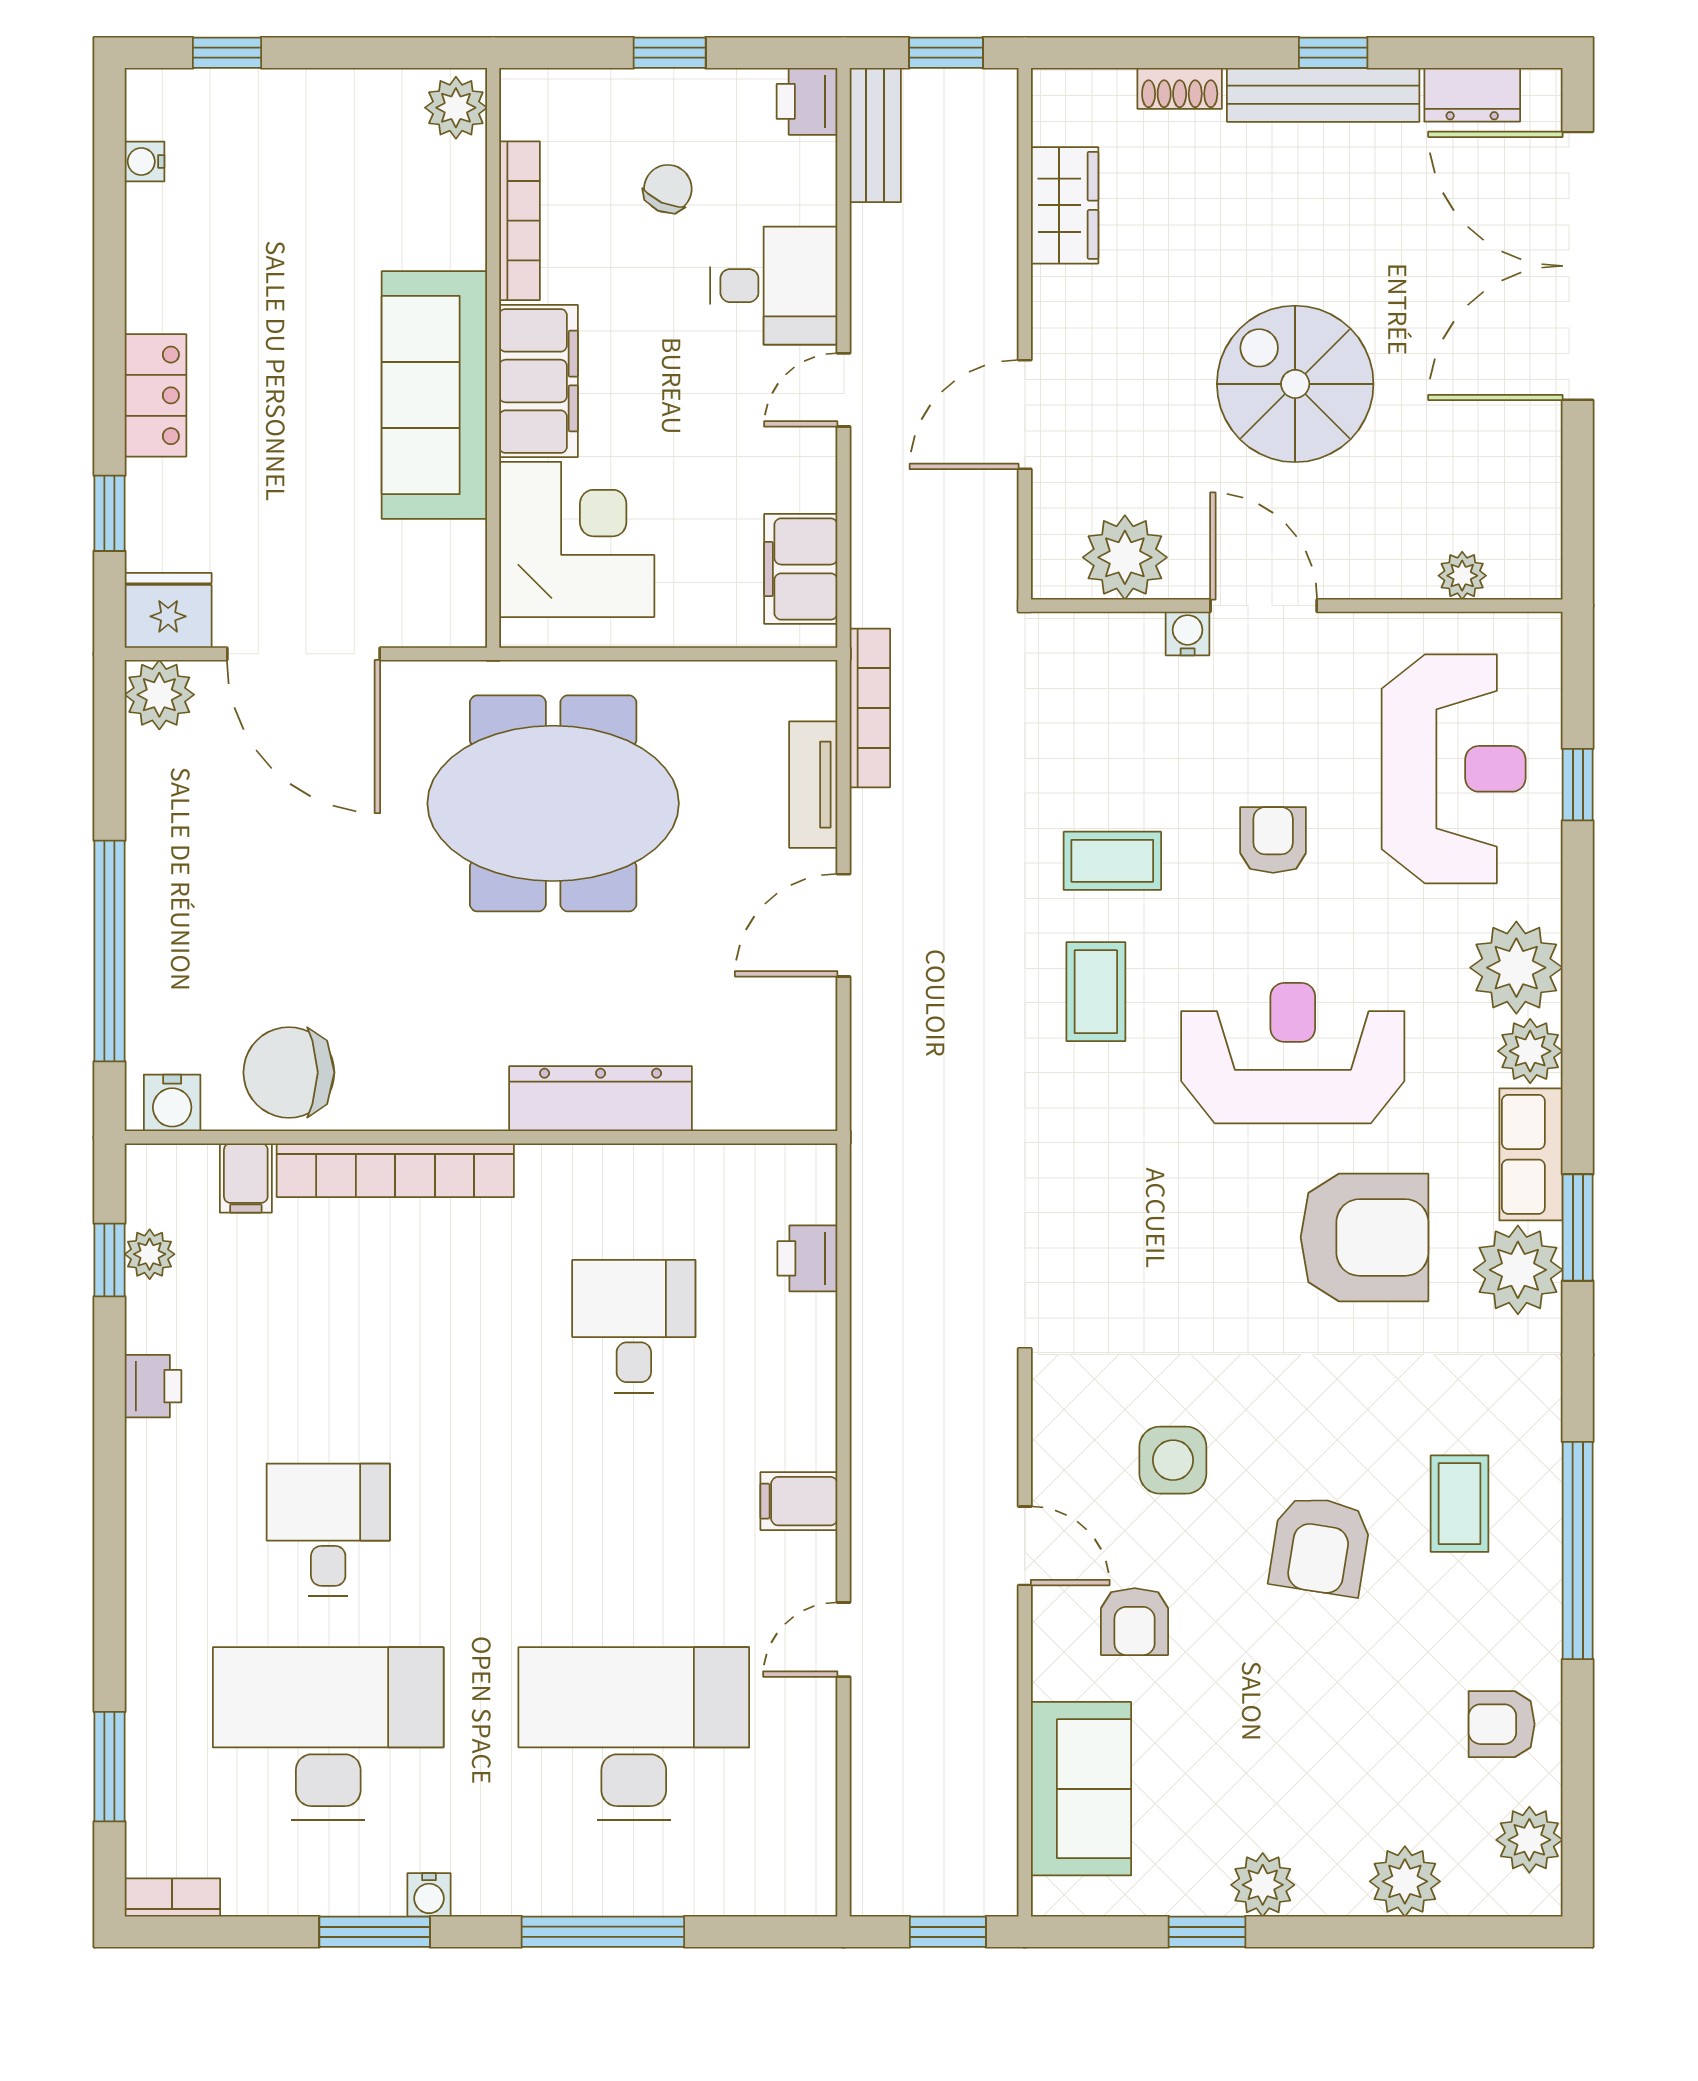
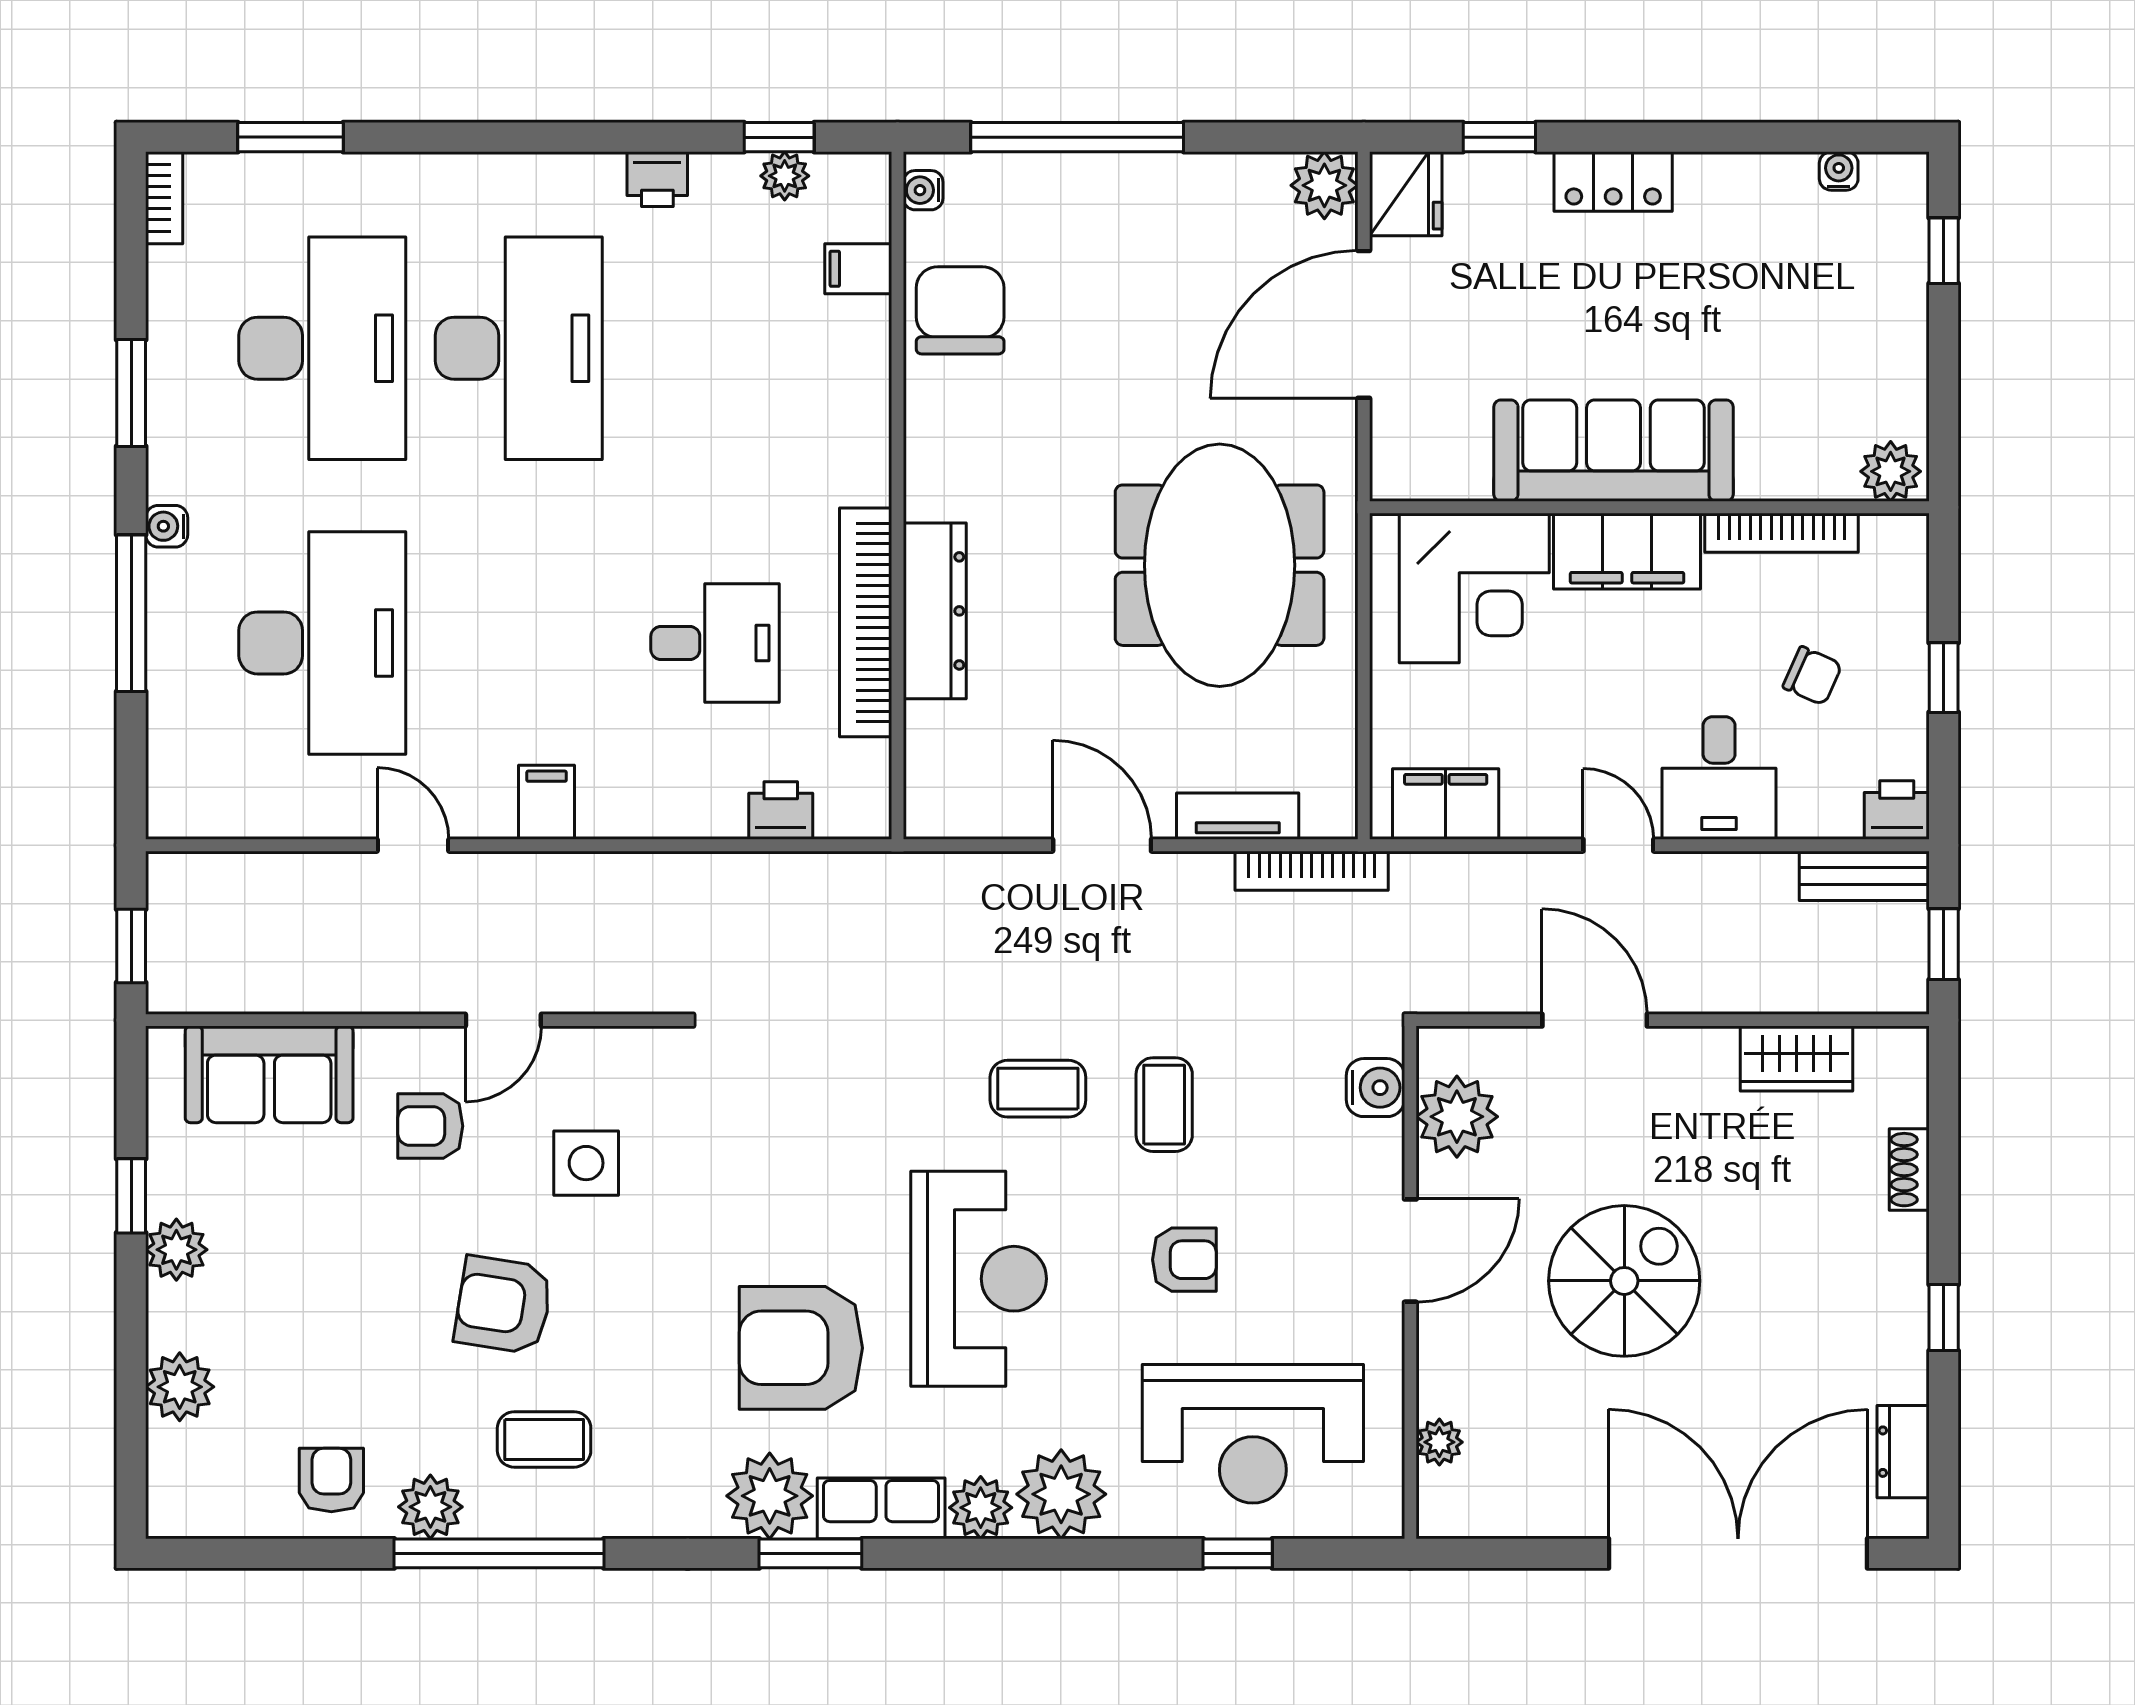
bench: (1323, 95) -> (1903, 1308), removed
water cooler: (1188, 633) -> (1375, 1088), moved, width x1.38, depth x1.38
water cooler: (172, 1103) -> (923, 190), width x0.72, depth x0.72
bookcase: (395, 1170) -> (866, 622), moved
armchair: (1364, 1237) -> (801, 1348), turned 90
desk: (328, 1530) -> (519, 348), width x1.87, depth x1.30
plant: (1529, 1840) -> (430, 1507), moved
water cooler: (429, 1895) -> (167, 526), moved

